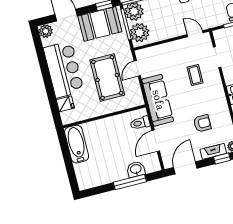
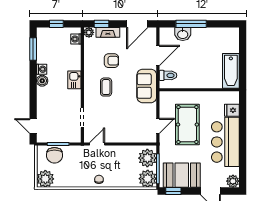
door: (195, 34) -> (97, 144), swing flipped
coffee table: (195, 75) -> (106, 87), moved
sofa: (158, 100) -> (147, 86), width x0.73
armchair: (202, 123) -> (111, 61), turned 180

